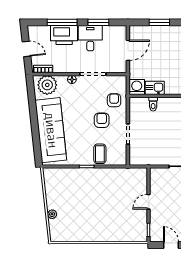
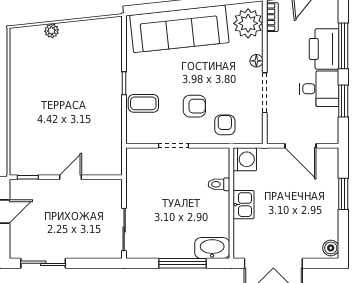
kitchen sink: (155, 88) -> (244, 205), moved
armchair: (114, 100) -> (225, 125), turned -90
door: (149, 202) -> (71, 177), hinge flipped

